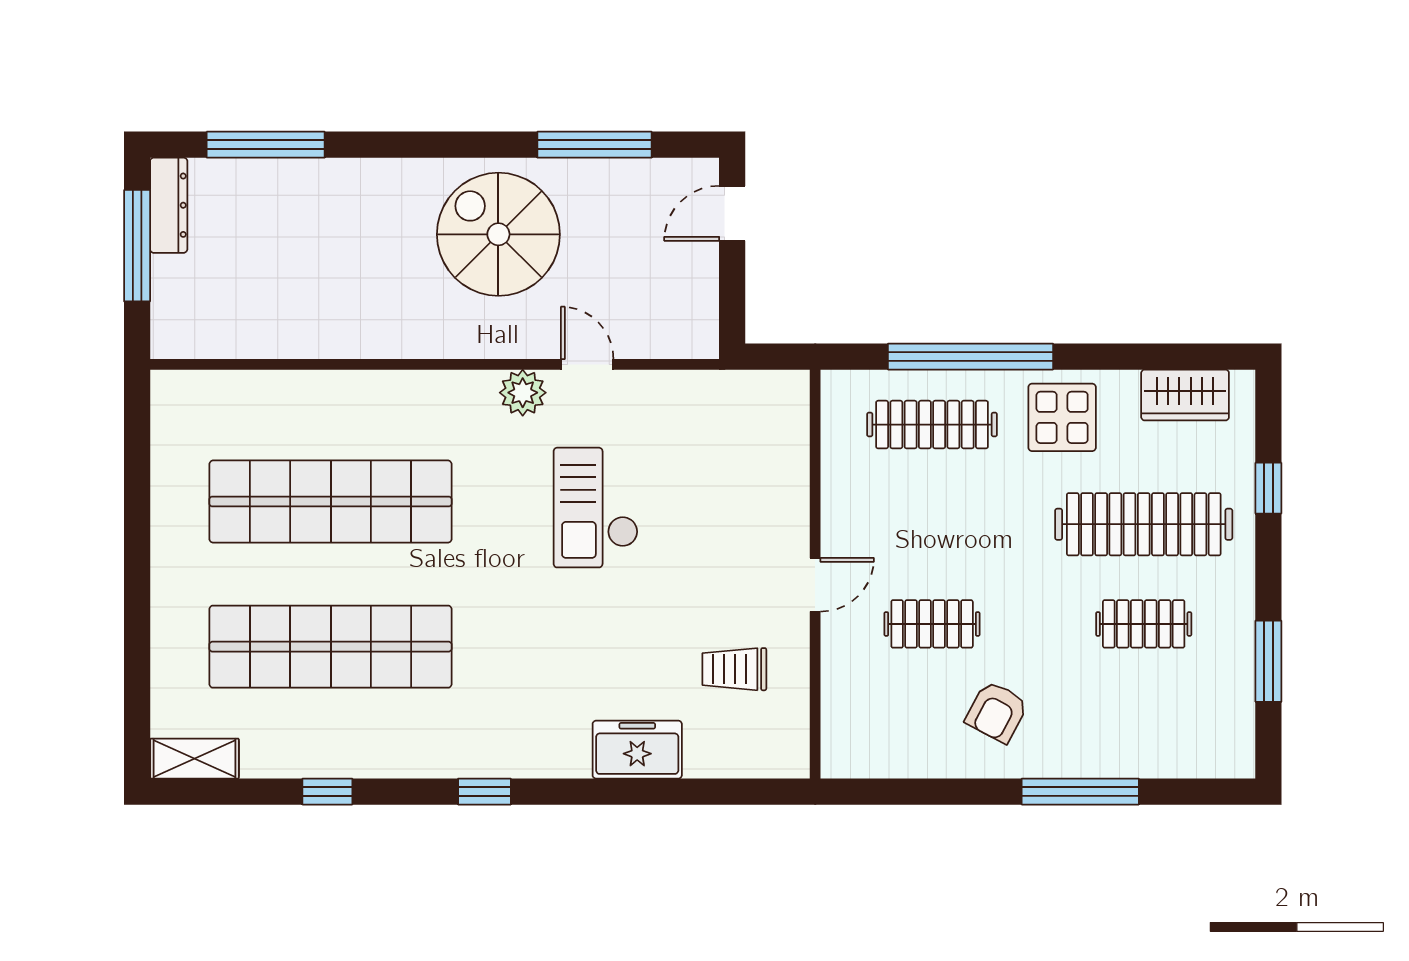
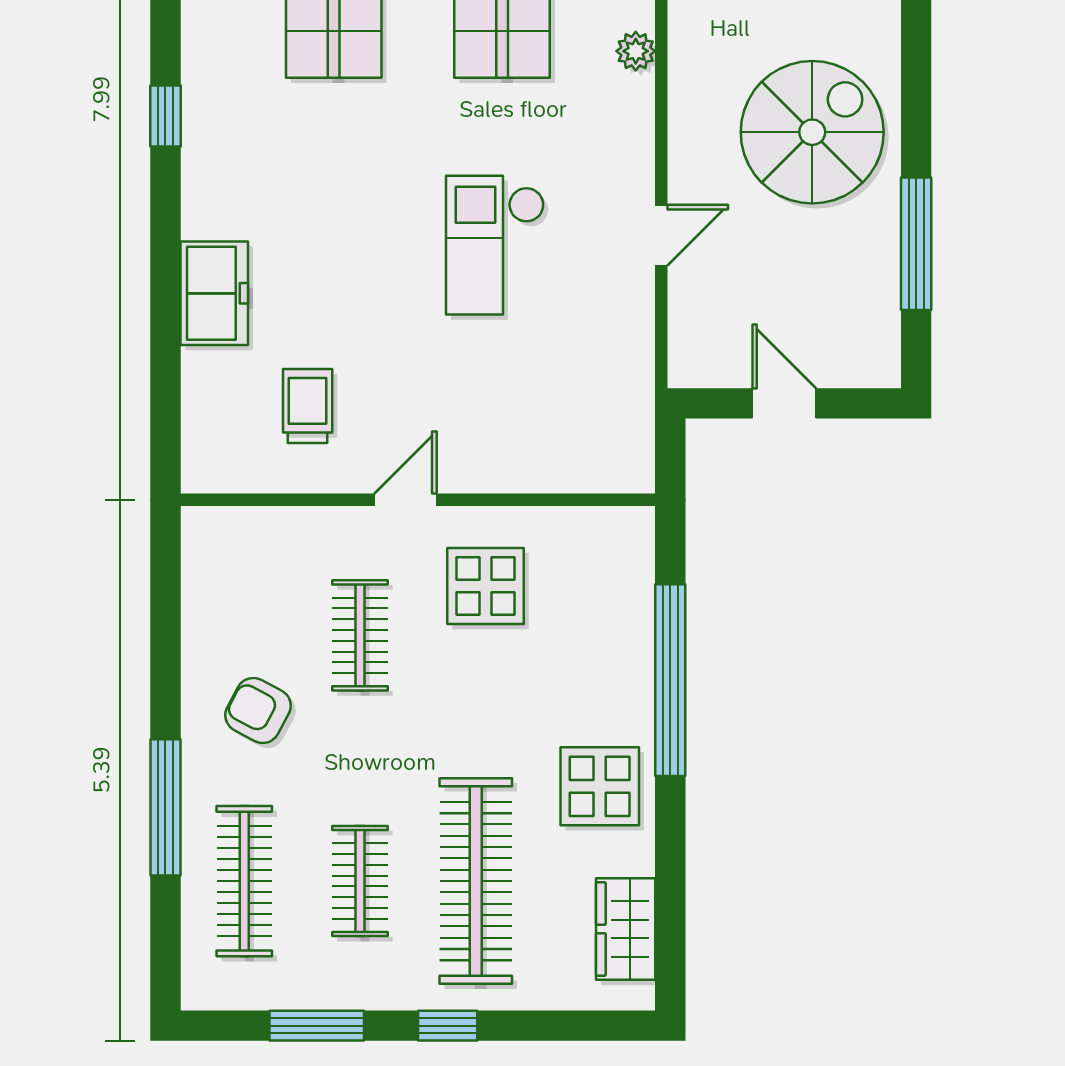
door: (732, 213) -> (784, 403), moved
plant: (523, 393) -> (636, 51), moved, width x0.73, depth x0.73
clothes rail: (932, 425) -> (244, 881), moved
window: (1268, 488) -> (448, 1026), moved
checkout: (596, 508) -> (495, 245), turned -90
display table: (890, 516) -> (485, 586), added
door: (815, 585) -> (405, 500), swing flipped

